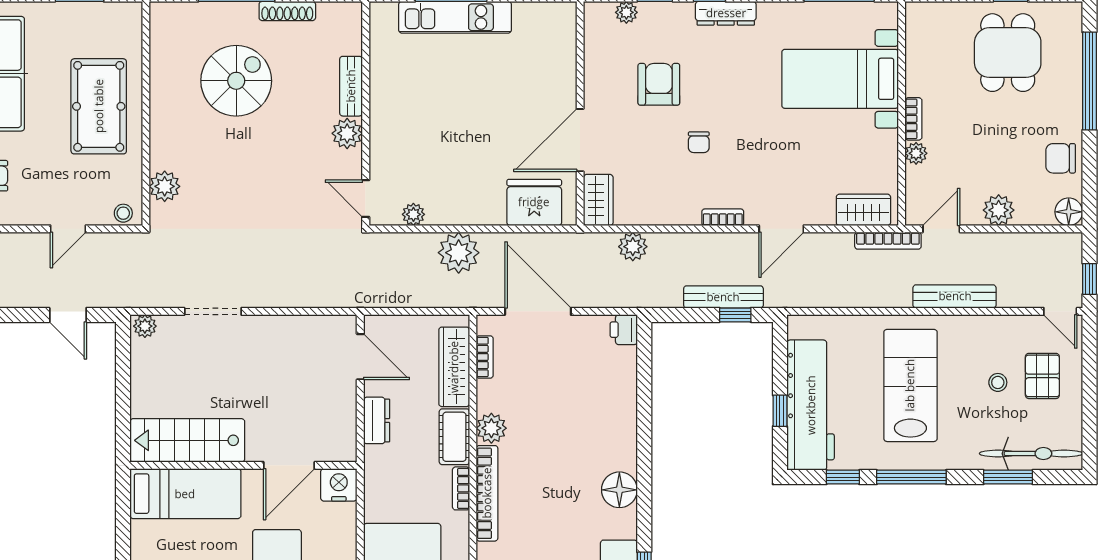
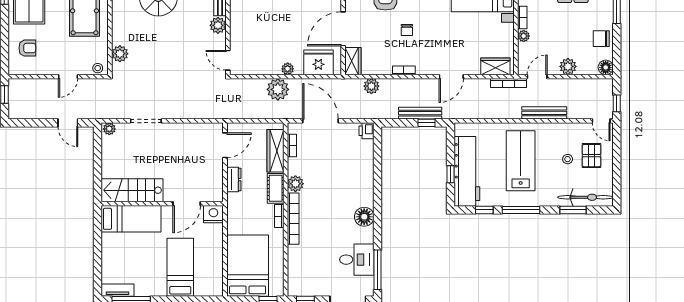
plant: (413, 214) -> (288, 69), moved
bookcase: (723, 217) -> (404, 70), moved
door: (360, 357) -> (225, 145), hinge flipped

